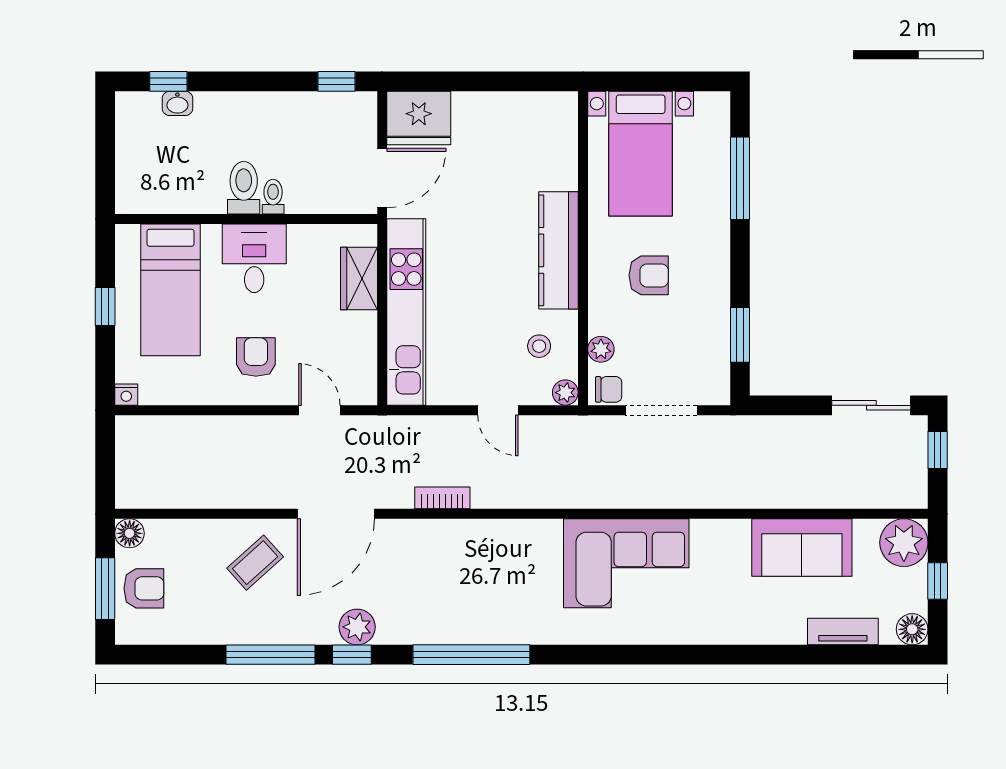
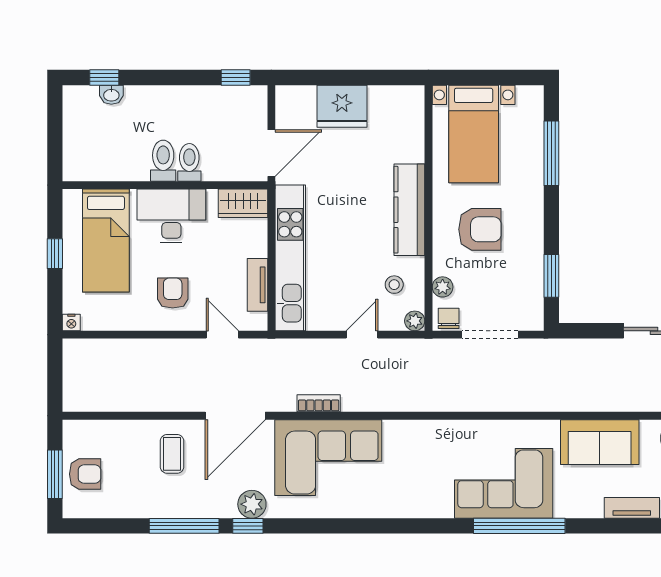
fridge: (419, 118) -> (342, 106), moved
toilet: (273, 197) -> (189, 162), width x1.37, depth x1.39
desk: (254, 258) -> (171, 216), width x1.37
armchair: (649, 275) -> (480, 229), width x1.38, depth x1.38
wardrobe: (359, 278) -> (243, 203), moved, turned -90
tv unit: (364, 347) -> (258, 285), added
chair: (609, 389) -> (449, 318), turned -90
door: (498, 410) -> (362, 335), swing flipped
floor lamp: (130, 533) -> (74, 431), removed
coffee table: (255, 563) -> (172, 454), turned -48
corner sofa: (626, 563) -> (504, 483), moved, turned 180
corner sofa: (455, 567) -> (328, 458), added
window: (471, 655) -> (519, 526), moved

